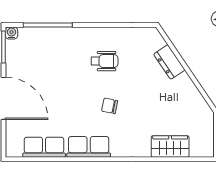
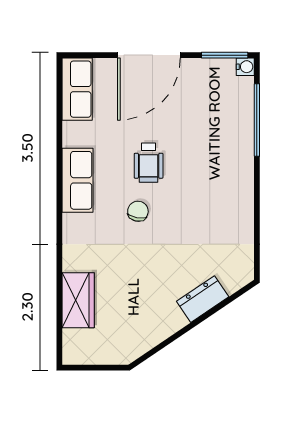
wheelchair: (104, 61) -> (149, 163), moved
row of seats: (44, 147) -> (77, 89), moved

